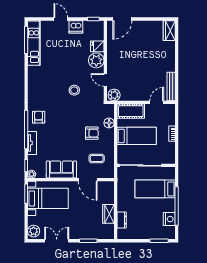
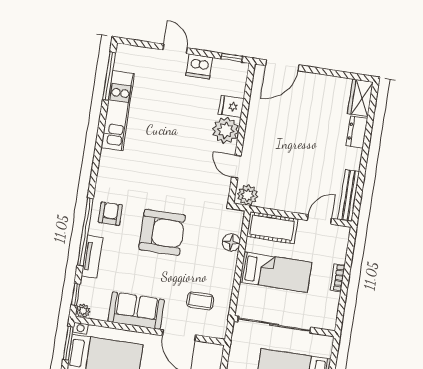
kitchen unit: (34, 43) -> (118, 111), moved
dresser: (170, 50) -> (357, 132), added
stool: (74, 90) -> (180, 176), removed
armchair: (92, 133) -> (162, 232), moved, width x1.88, depth x1.88

